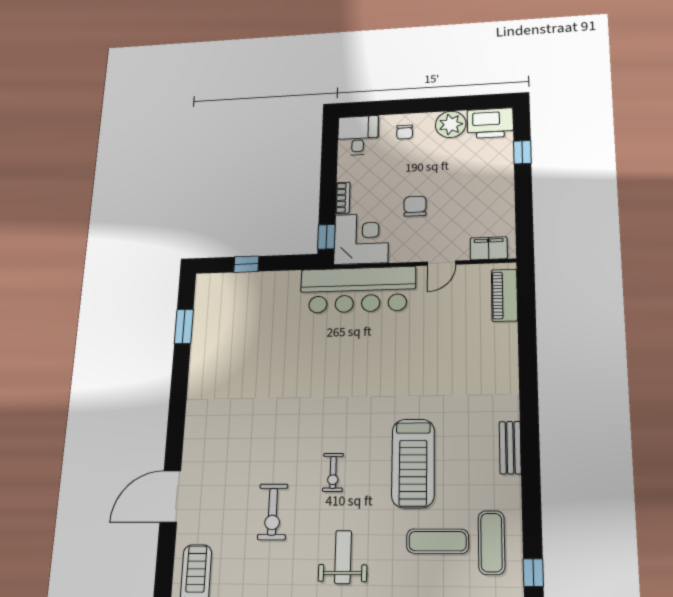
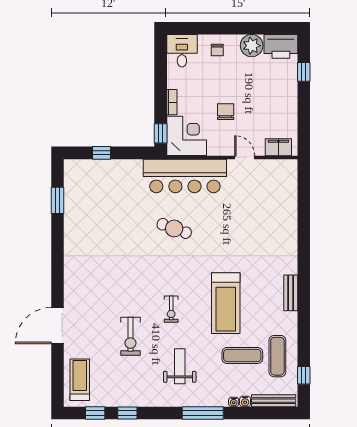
door: (441, 263) -> (245, 157), swing flipped
piano: (504, 295) -> (289, 183), removed
cafe table: (341, 360) -> (174, 228), added

